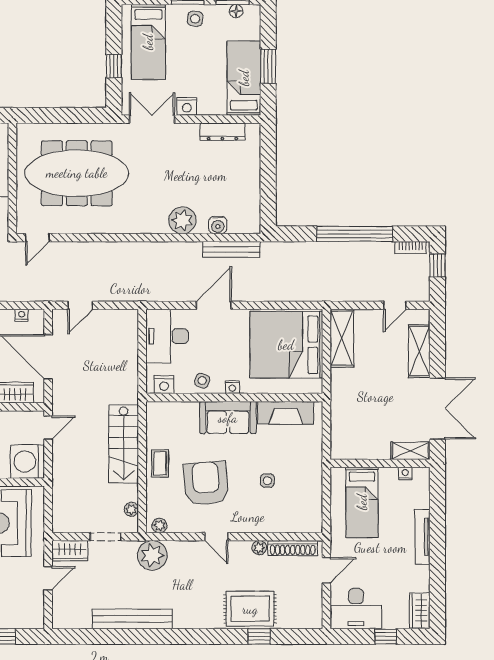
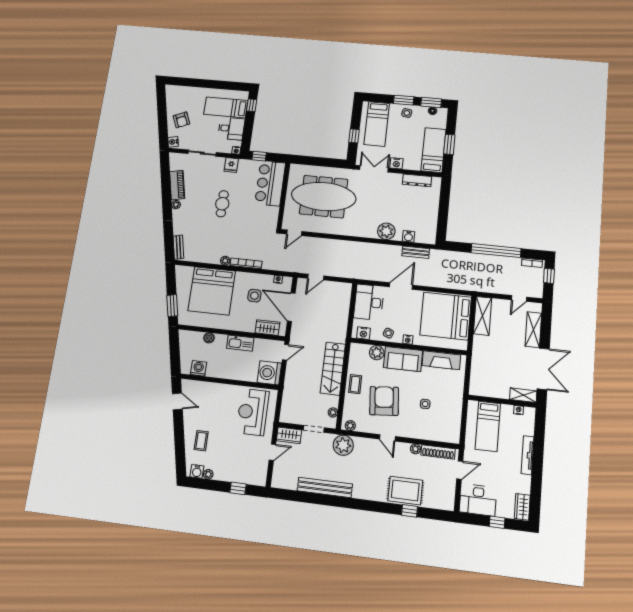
bench: (231, 249) -> (416, 252), width x0.73
plant: (187, 412) -> (377, 353), added

